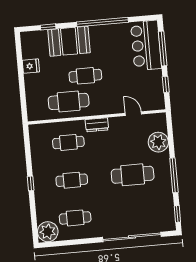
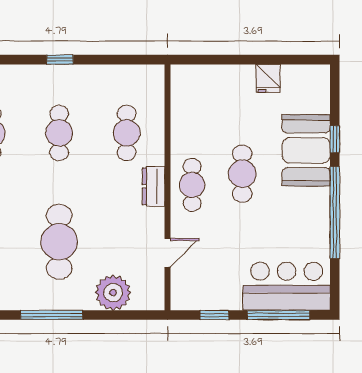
window: (48, 27) -> (335, 139), moved
cafe table: (69, 101) -> (192, 185), moved, width x0.73, depth x0.74

